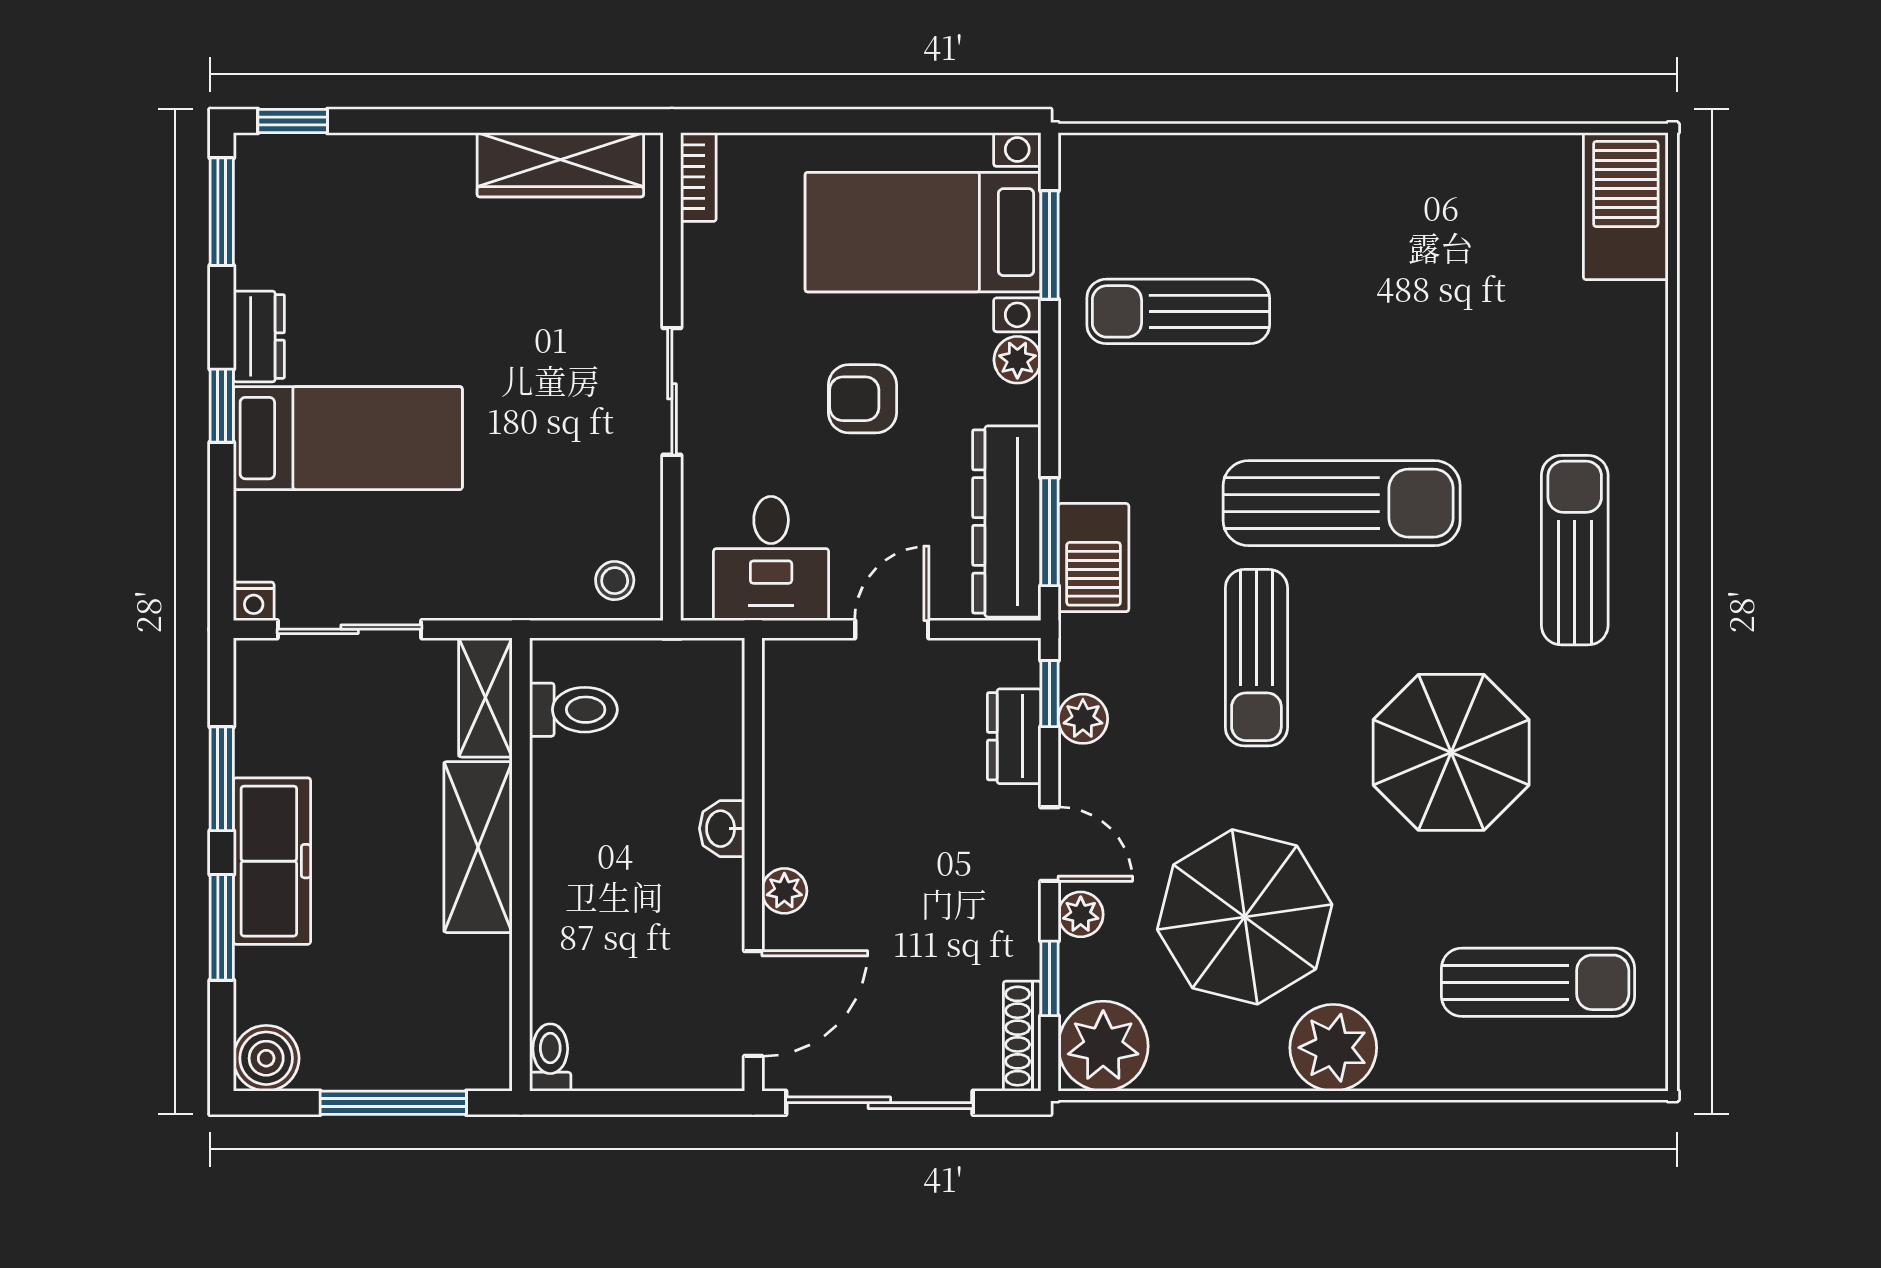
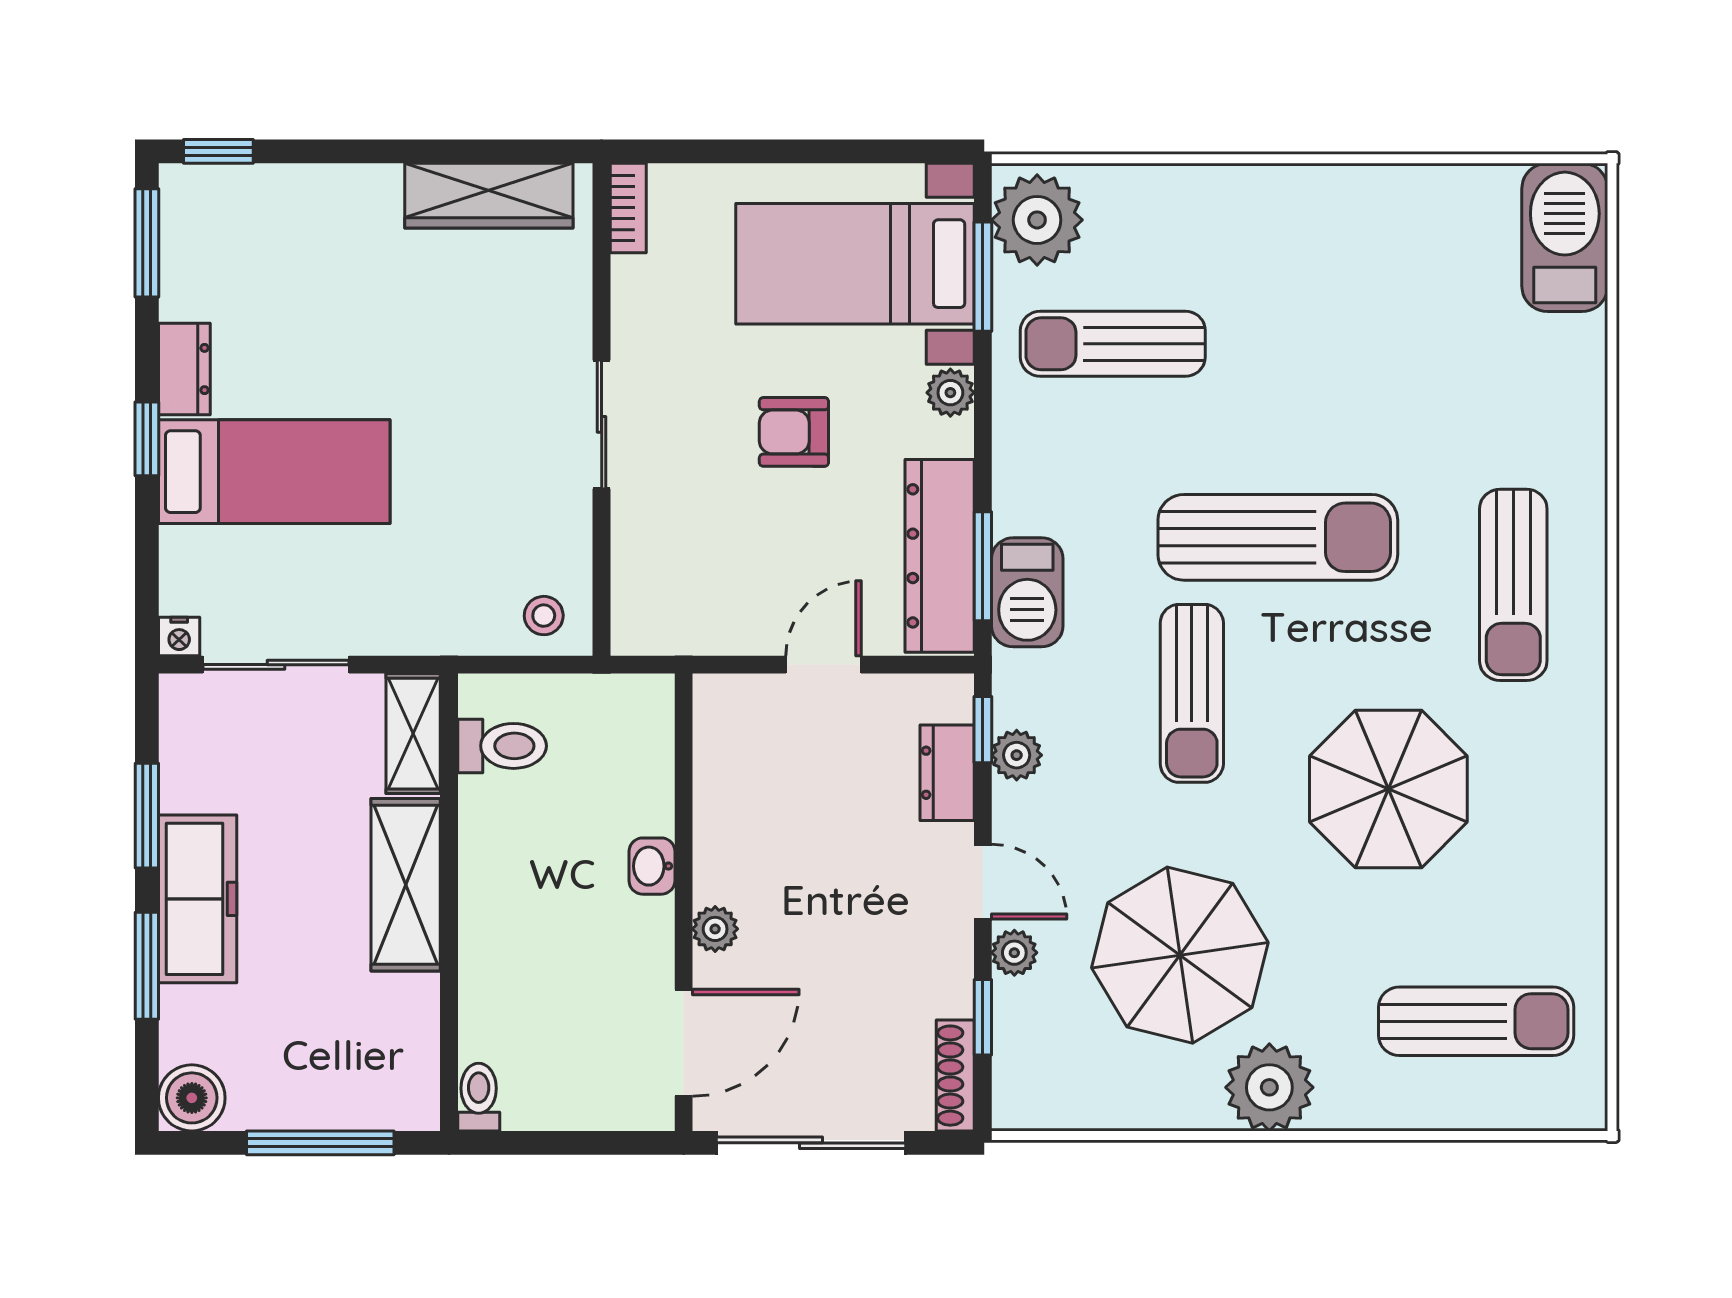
sun lounger: (1575, 550) -> (1513, 585), turned 180
desk: (771, 558) -> (702, 593), removed
plant: (1103, 1046) -> (1037, 220), moved

